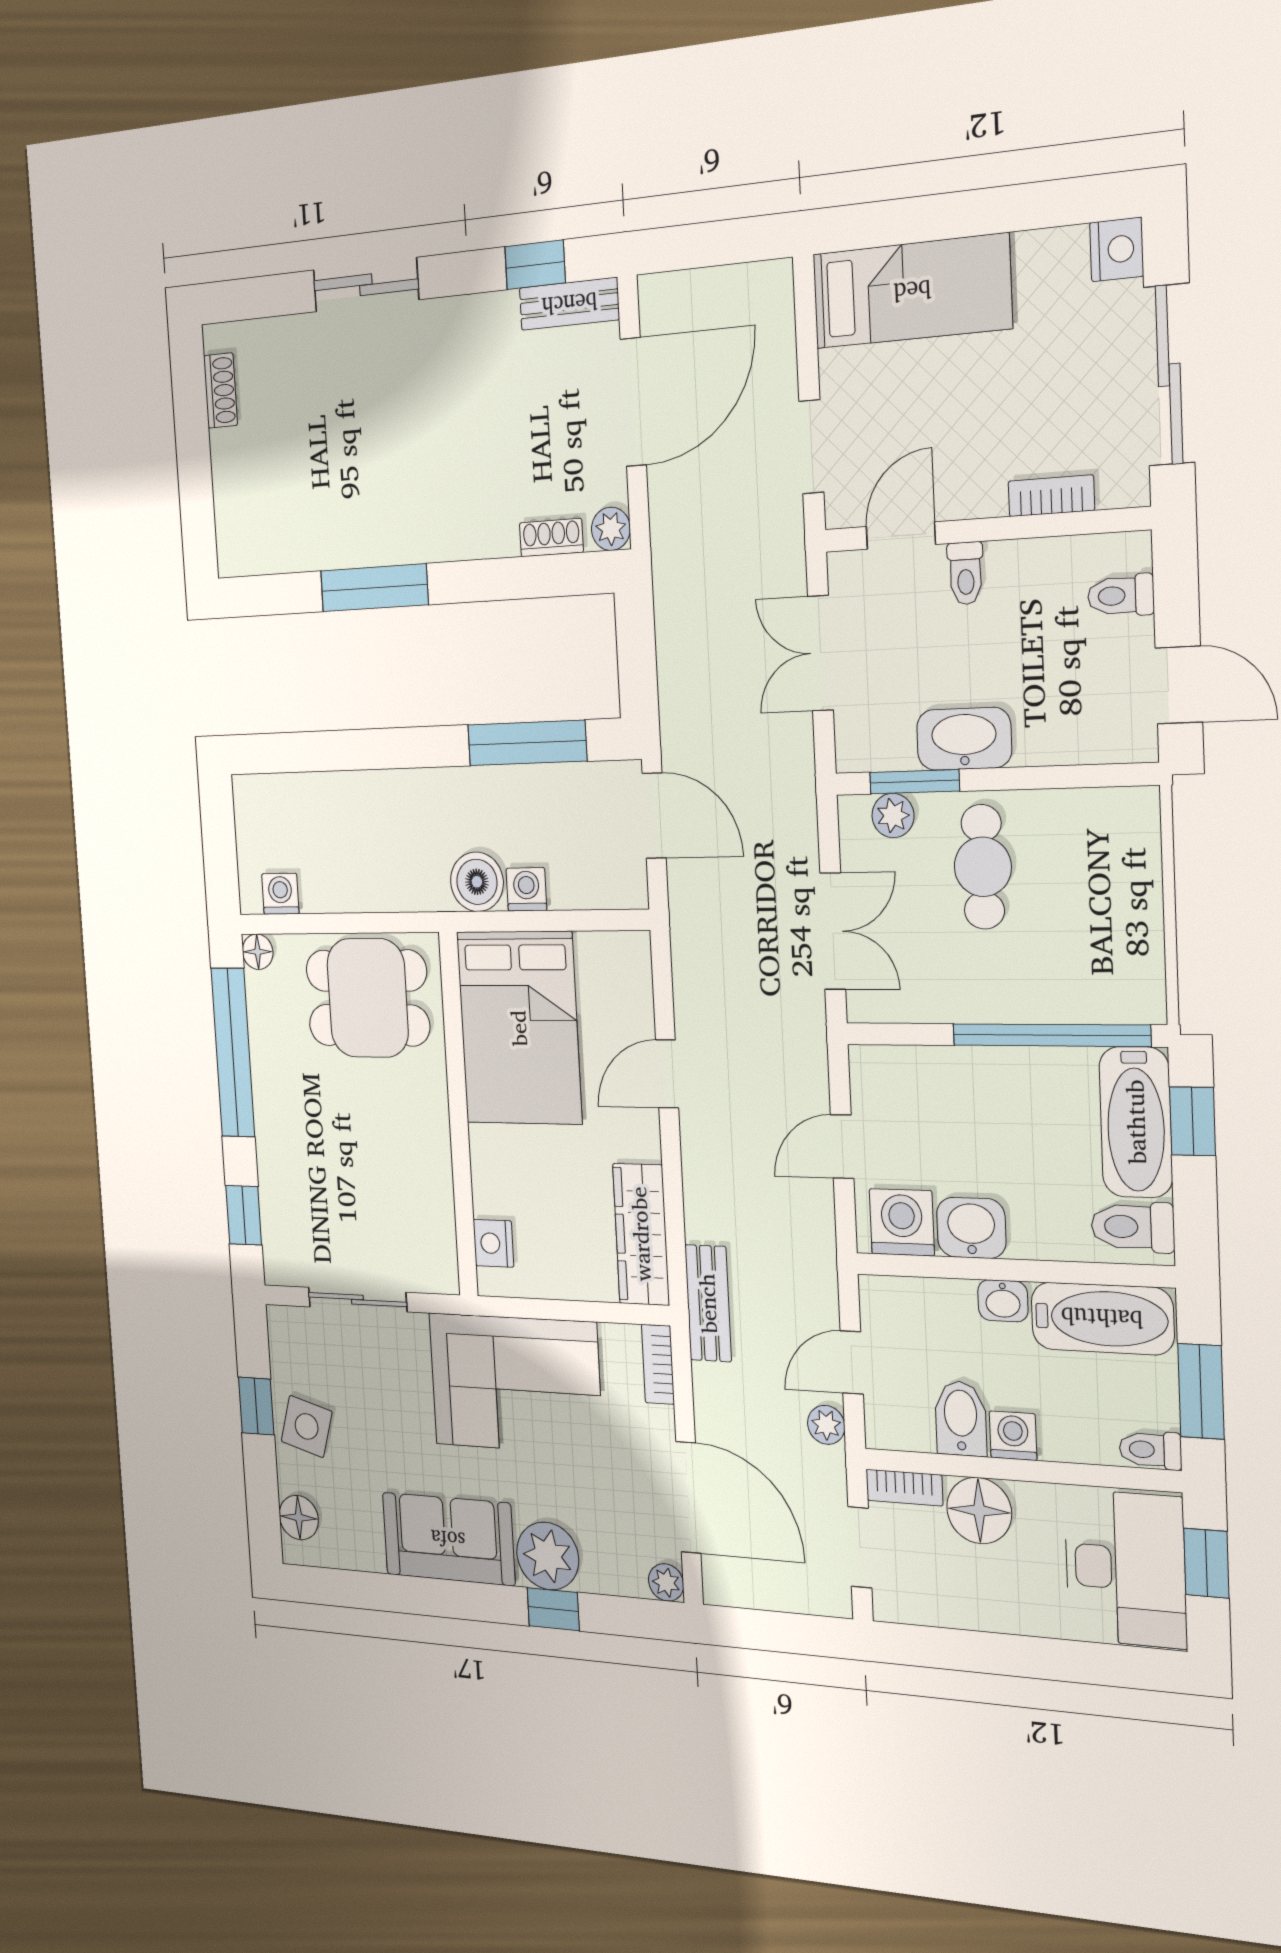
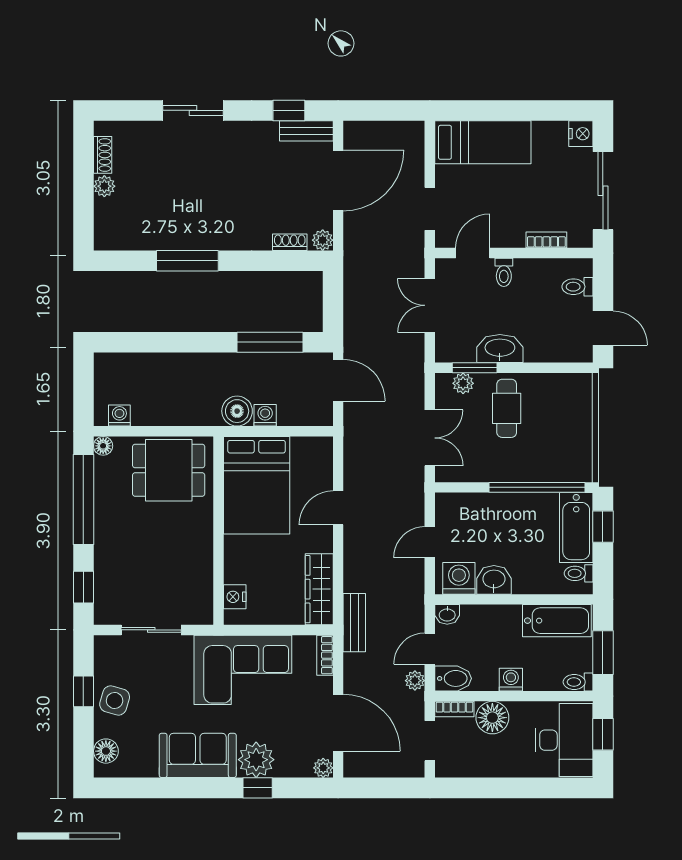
plant: (227, 452) -> (104, 186), added
toilet: (1133, 1227) -> (579, 573), width x0.73, depth x0.72
washbasin: (1003, 1301) -> (447, 614), moved
bidet: (961, 1418) -> (453, 678), moved, turned 90

